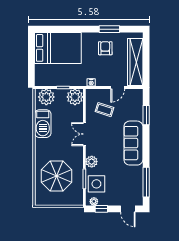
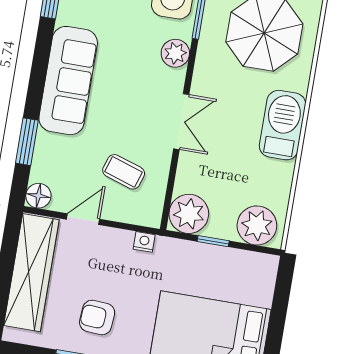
armchair: (105, 48) -> (97, 317), turned 94
floor lamp: (138, 94) -> (38, 196), added
barbecue: (43, 124) -> (283, 125), moved

